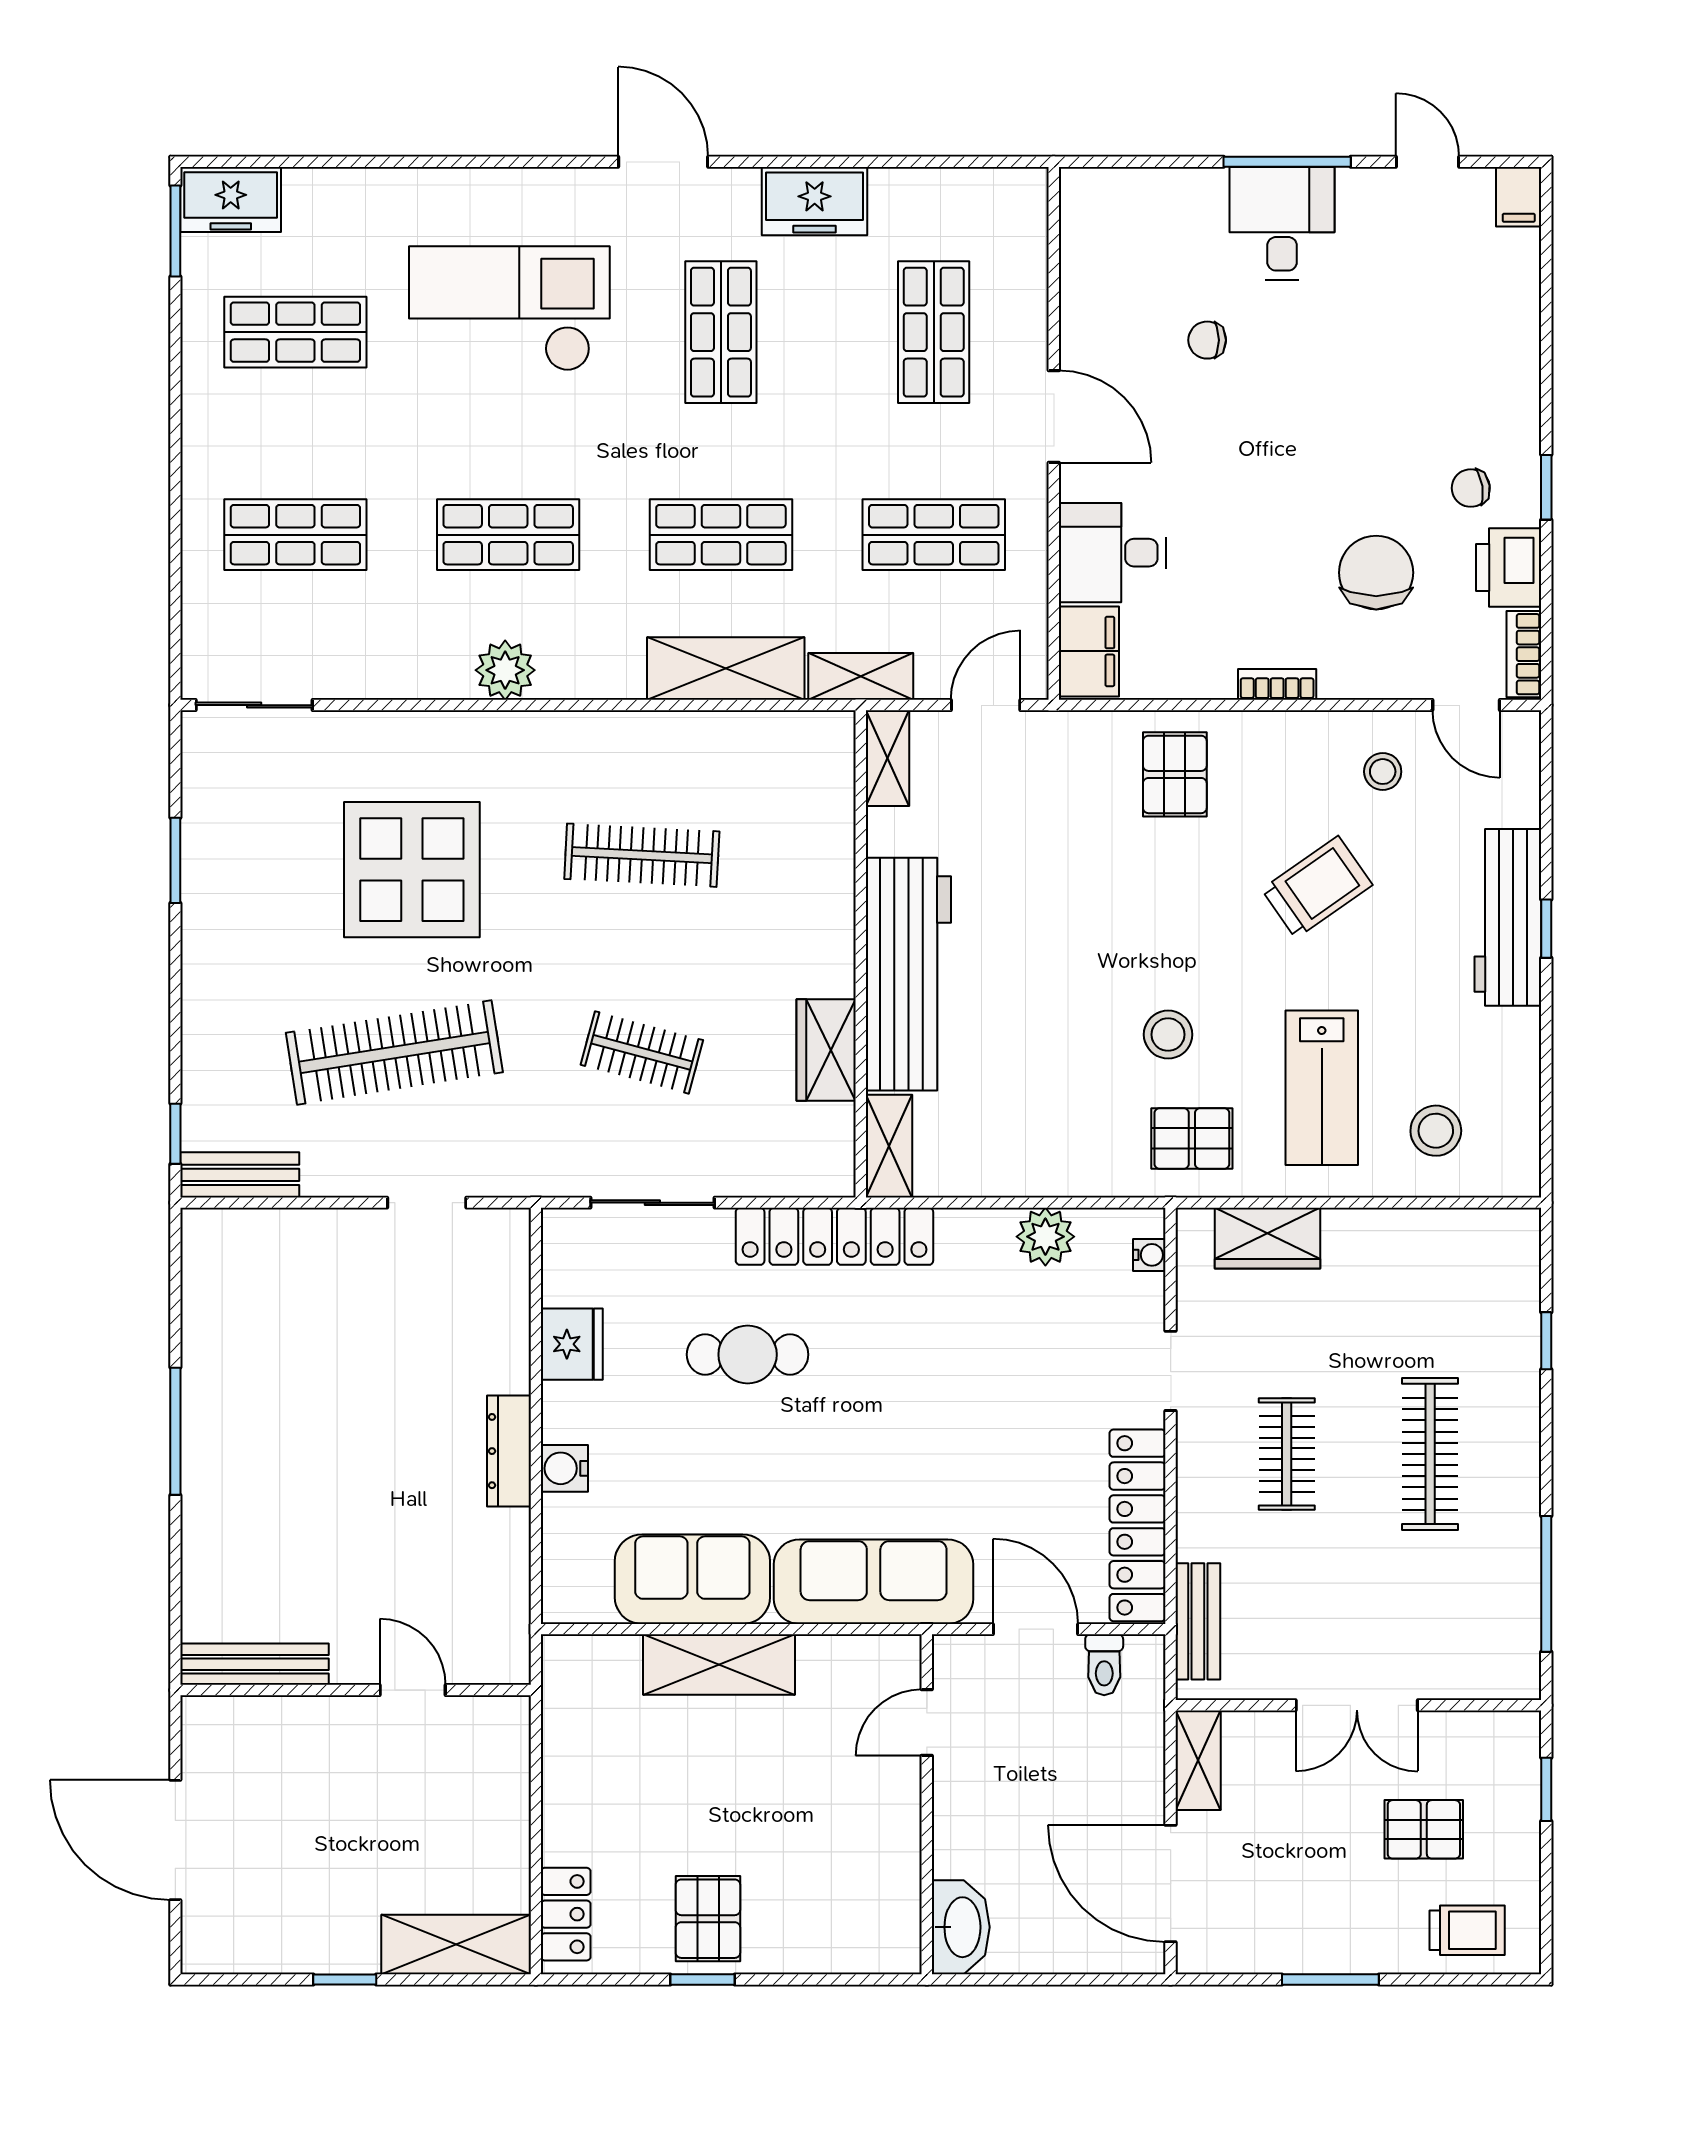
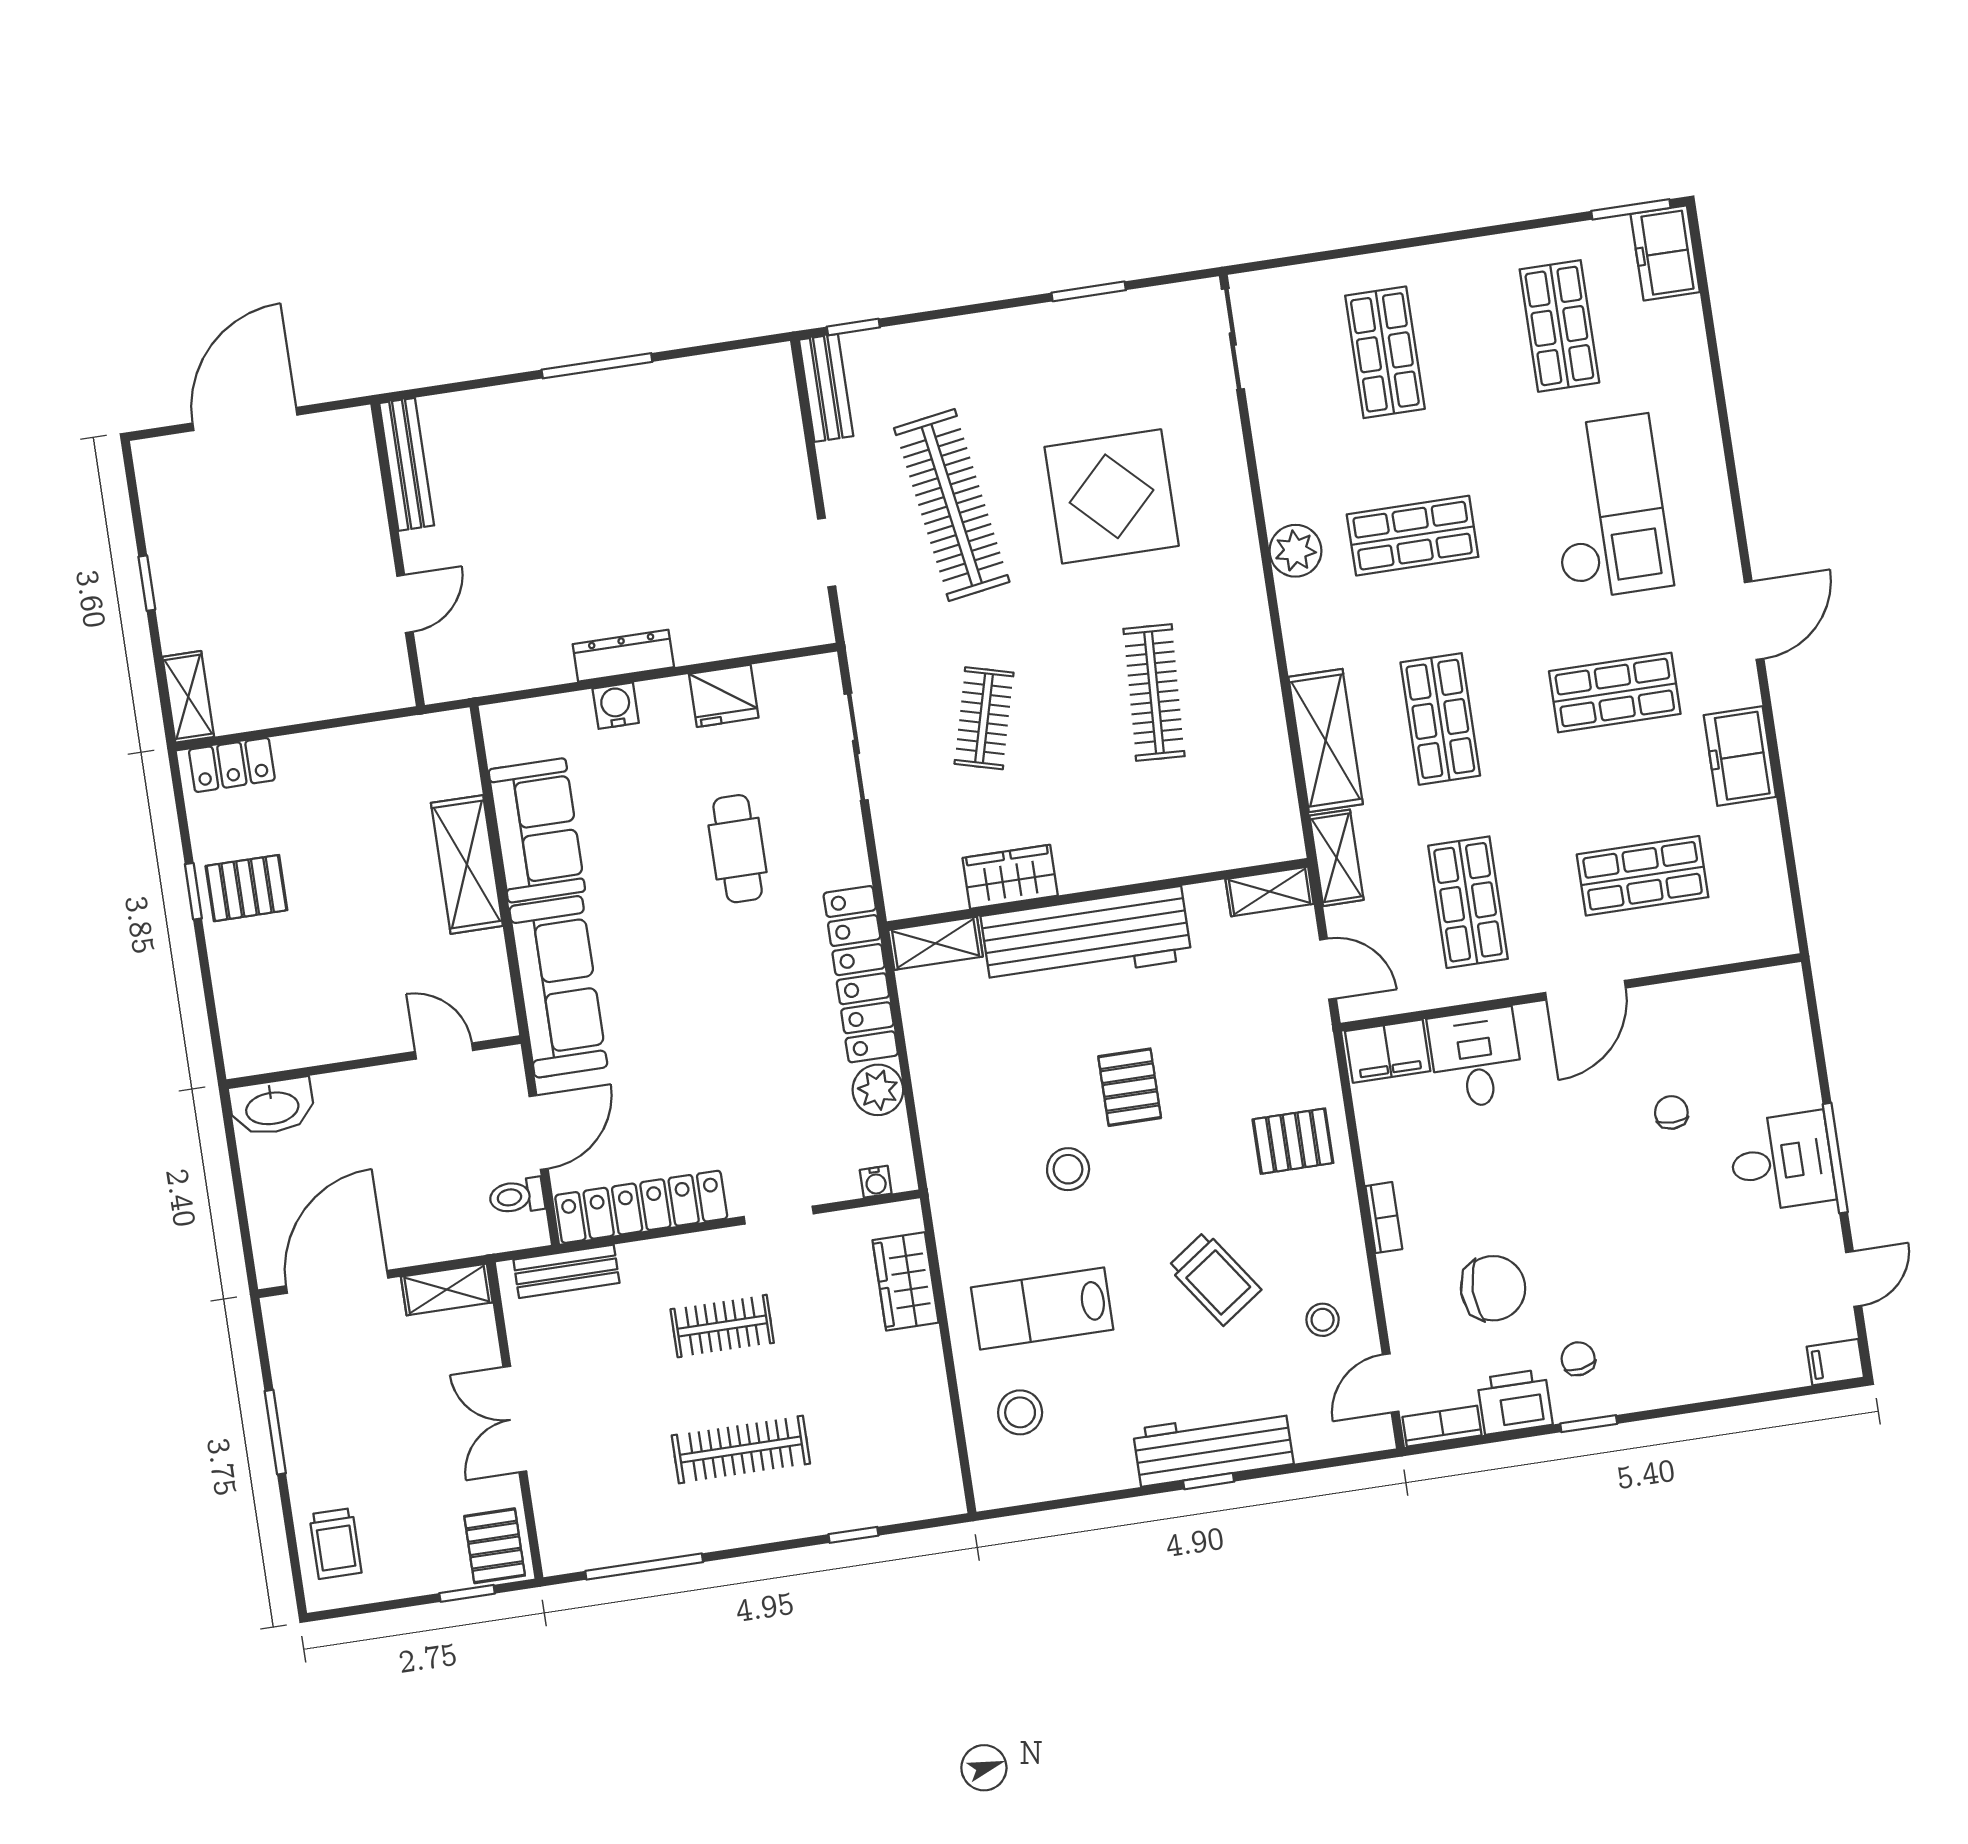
shop shelf: (508, 535) -> (1413, 536), turned 90
pallet: (1192, 1138) -> (1130, 1087), moved
locker: (834, 1236) -> (861, 974), moved
pallet: (1424, 1829) -> (495, 1546), moved
shelving: (456, 1944) -> (188, 697), width x0.67, depth x0.75

